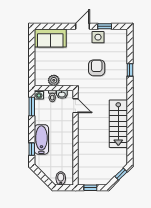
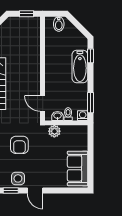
door: (82, 26) -> (35, 190), hinge flipped
sofa: (50, 38) -> (78, 168), moved, turned -90
plant: (54, 80) -> (54, 131), moved

